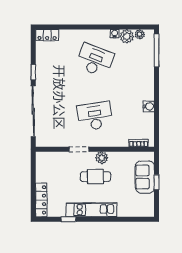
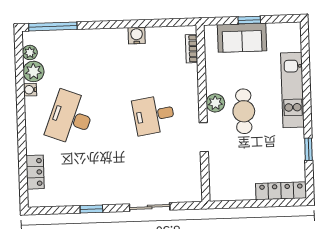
locker: (47, 35) -> (35, 172), moved
sliding door: (33, 111) -> (150, 207), width x0.54
desk: (95, 116) -> (154, 115), width x0.73
kitchen unit: (91, 210) -> (292, 90), moved

